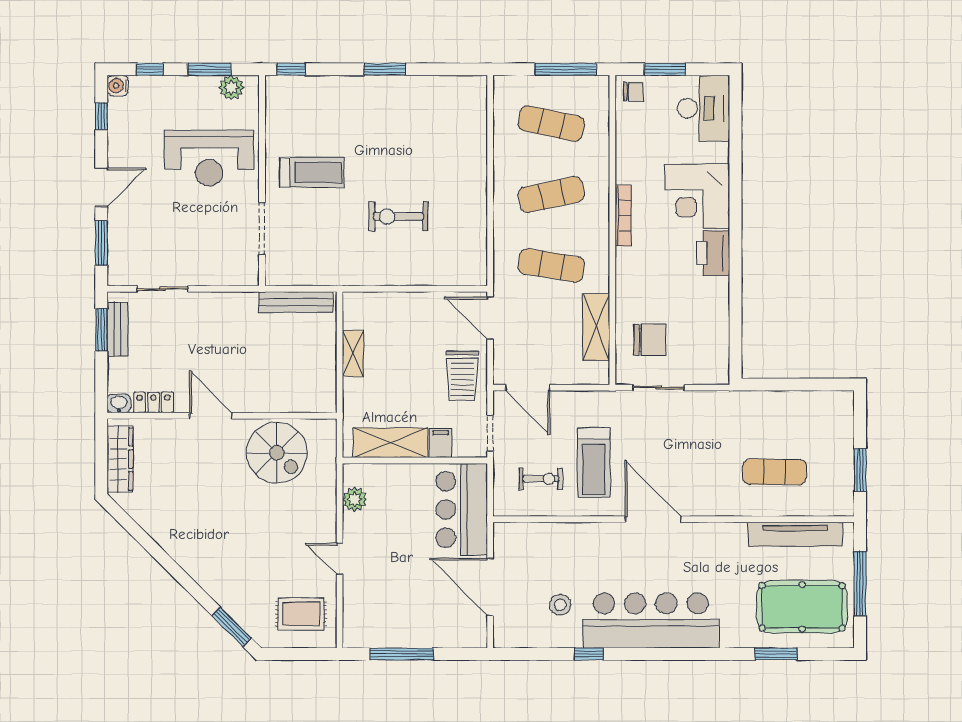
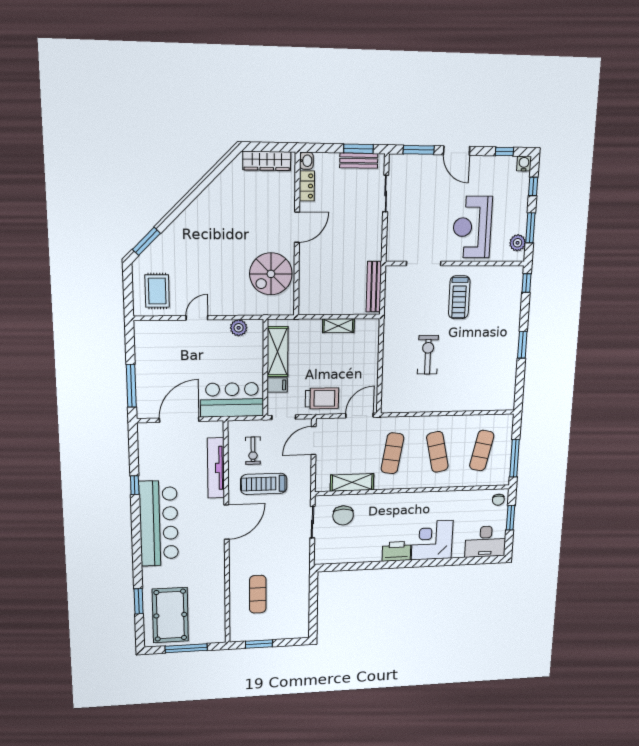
bookcase: (623, 216) -> (422, 496), removed
trolley: (462, 376) -> (322, 398), turned 180
tv unit: (795, 534) -> (216, 468), moved
stool: (560, 605) -> (168, 466), removed
window: (402, 654) -> (131, 386), moved

